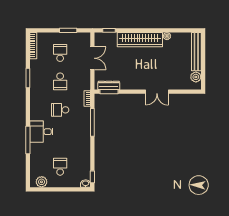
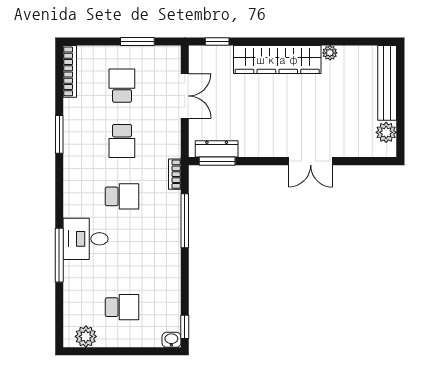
school desk: (60, 110) -> (122, 196), turned 180
school desk: (60, 167) -> (122, 307), turned 90

